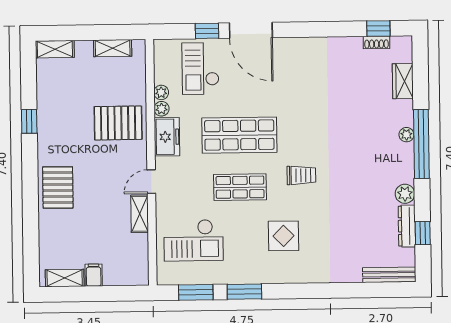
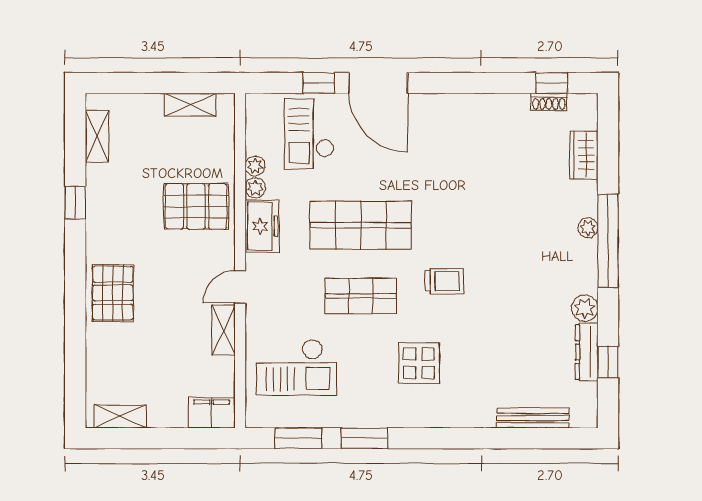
shelving: (55, 49) -> (97, 136), moved, turned 90
filing cabinet: (94, 275) -> (212, 413), moved, width x2.00
bench: (389, 275) -> (533, 418), moved

